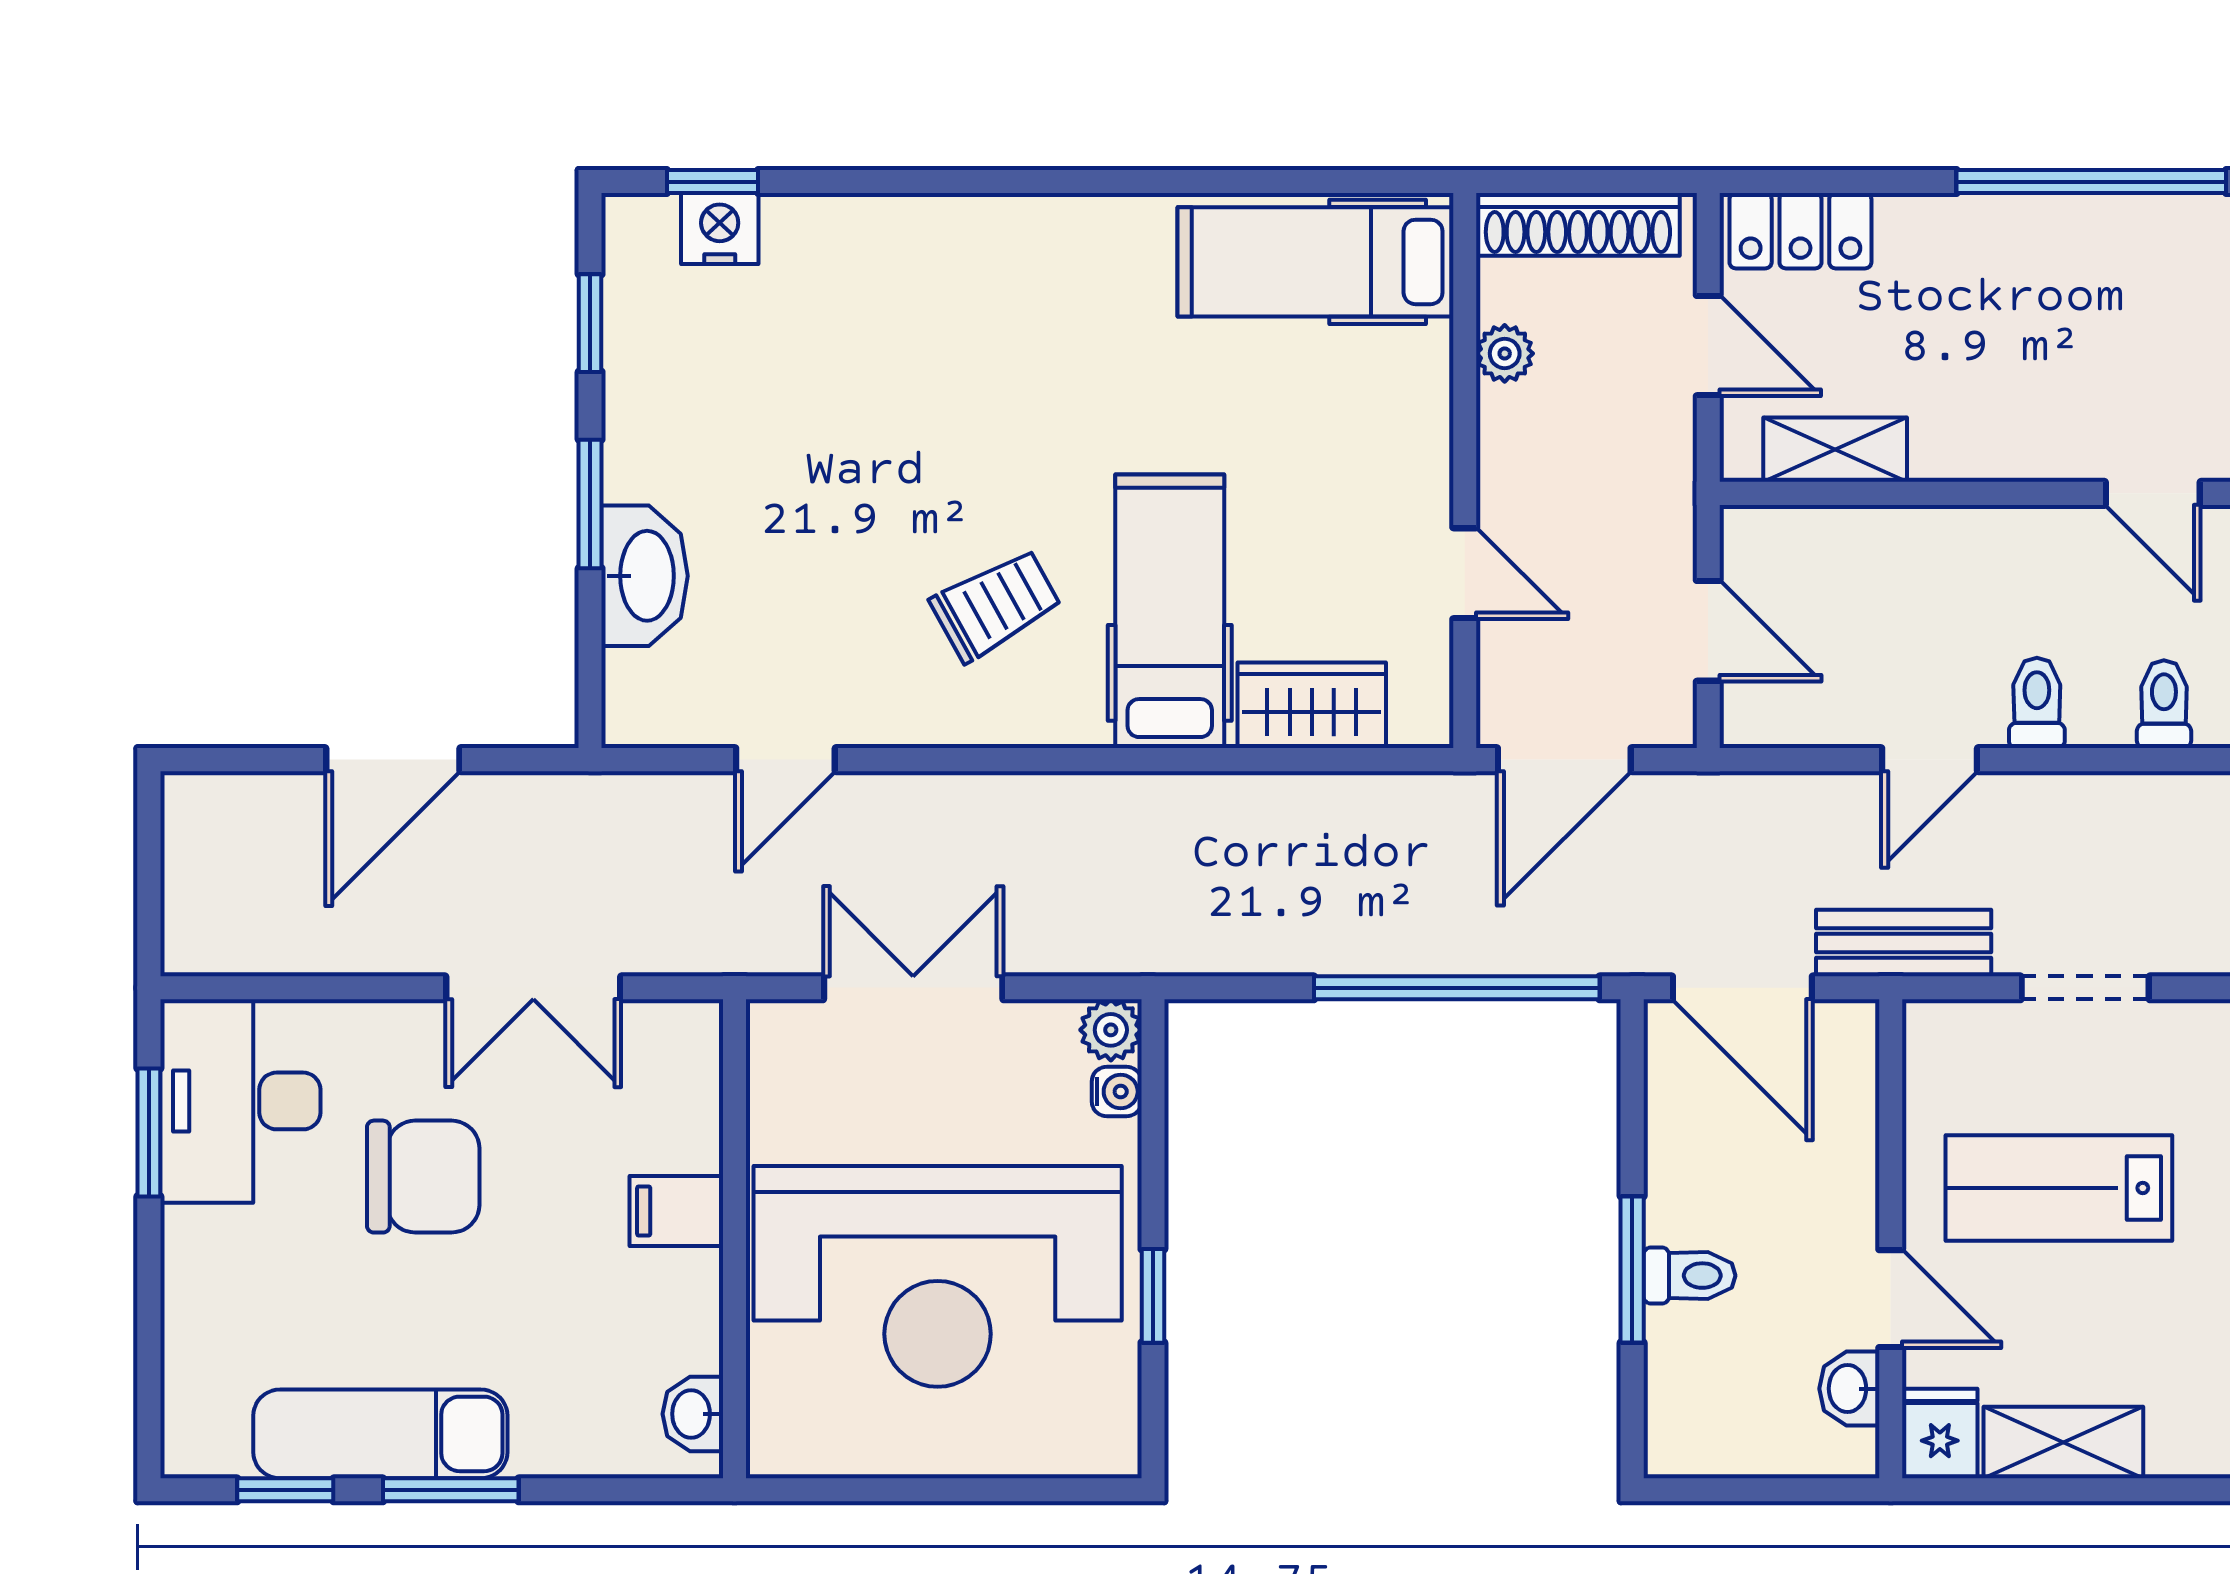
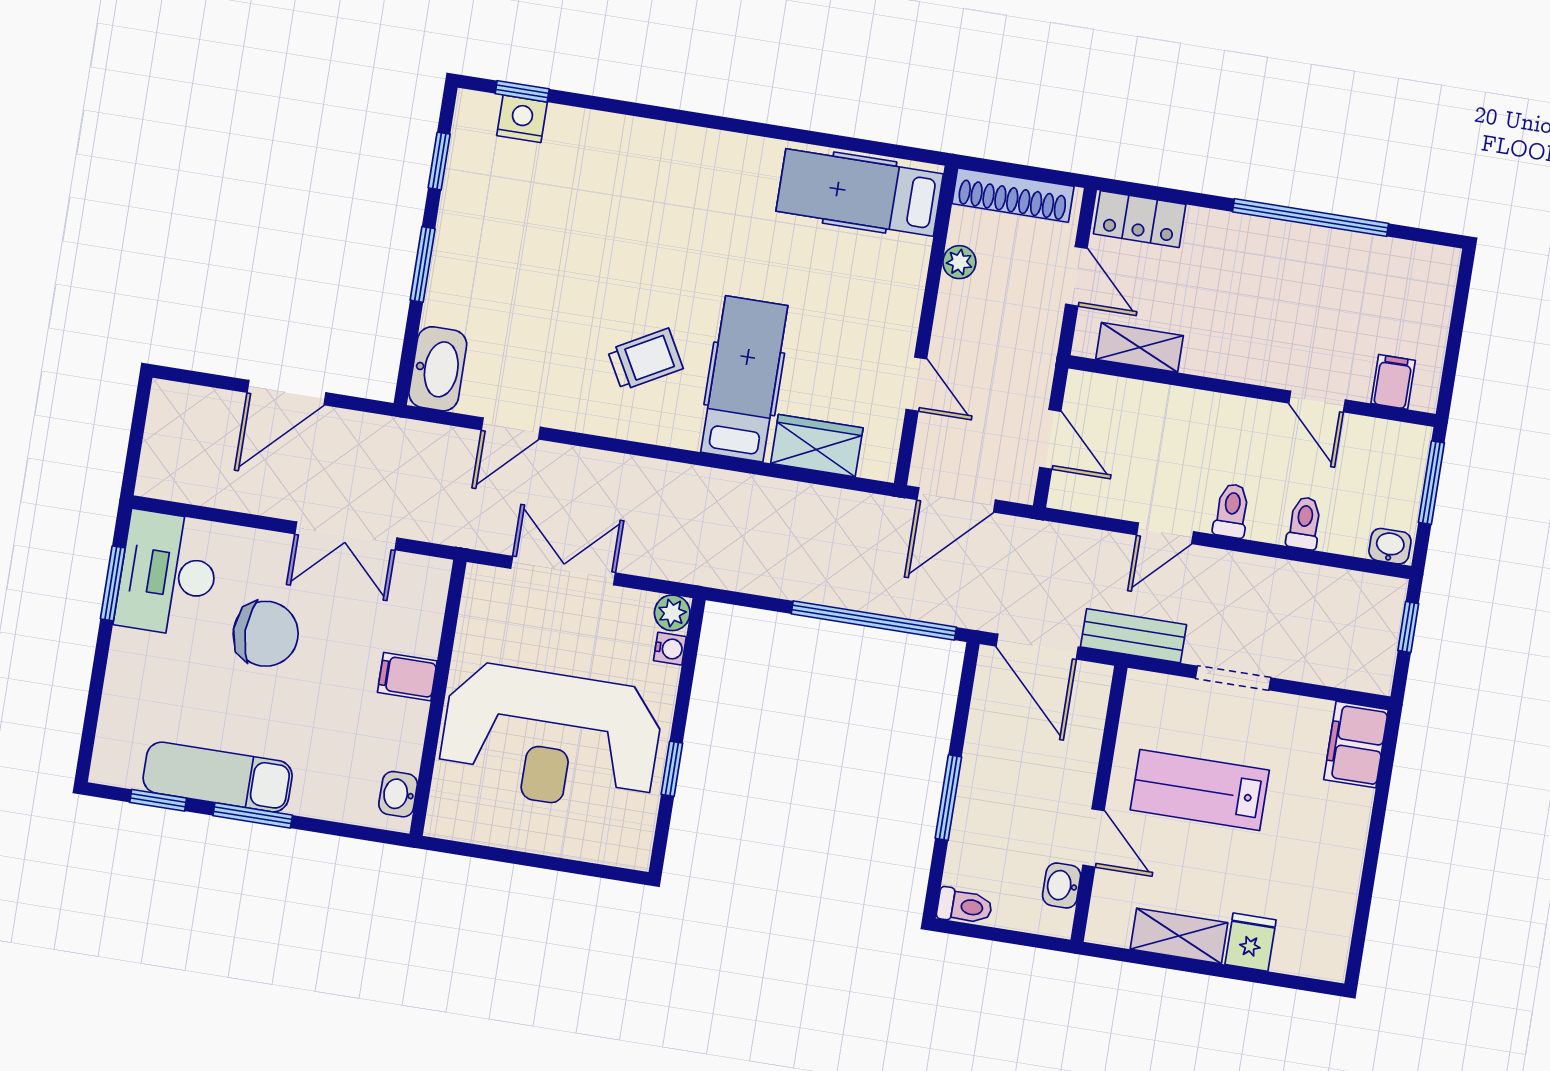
washbasin: (644, 576) -> (438, 369), moved
toilet: (1689, 1276) -> (965, 906), moved
fridge: (1940, 1433) -> (1251, 942), moved

